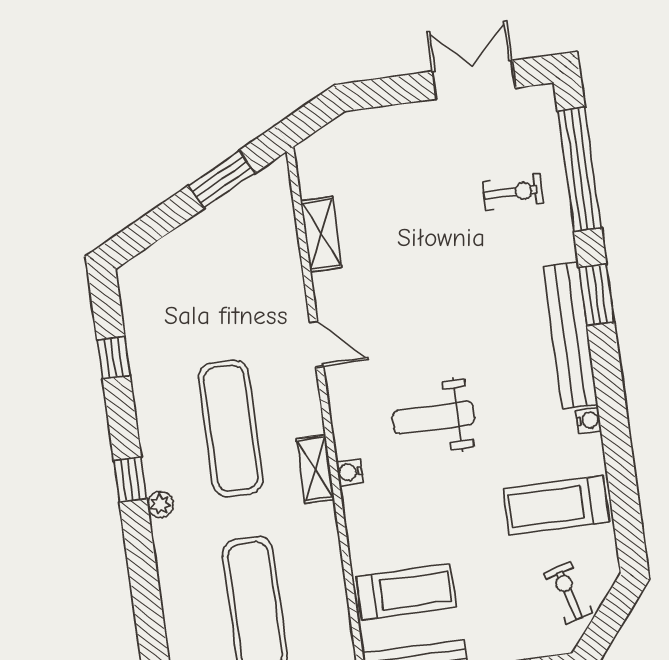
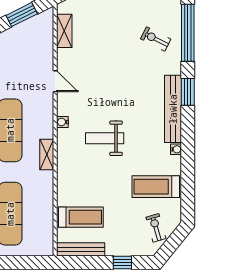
exercise bike: (513, 192) -> (156, 39), turned -153
shelving: (321, 234) -> (64, 31), moved
door: (317, 344) -> (55, 81), moved
water cooler: (350, 472) -> (62, 122), moved

